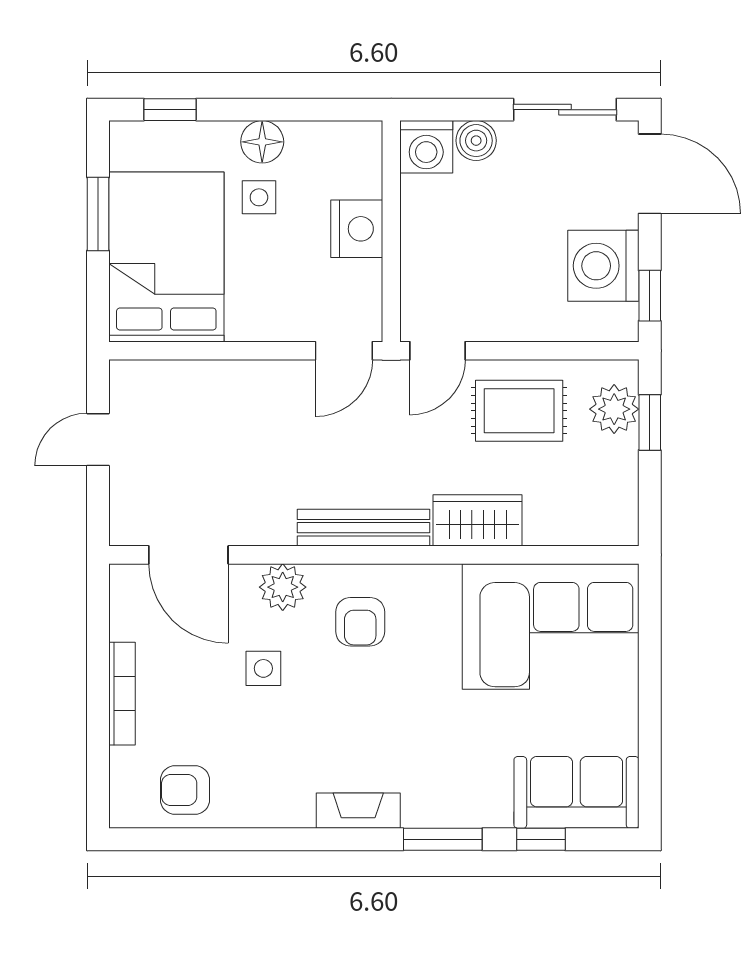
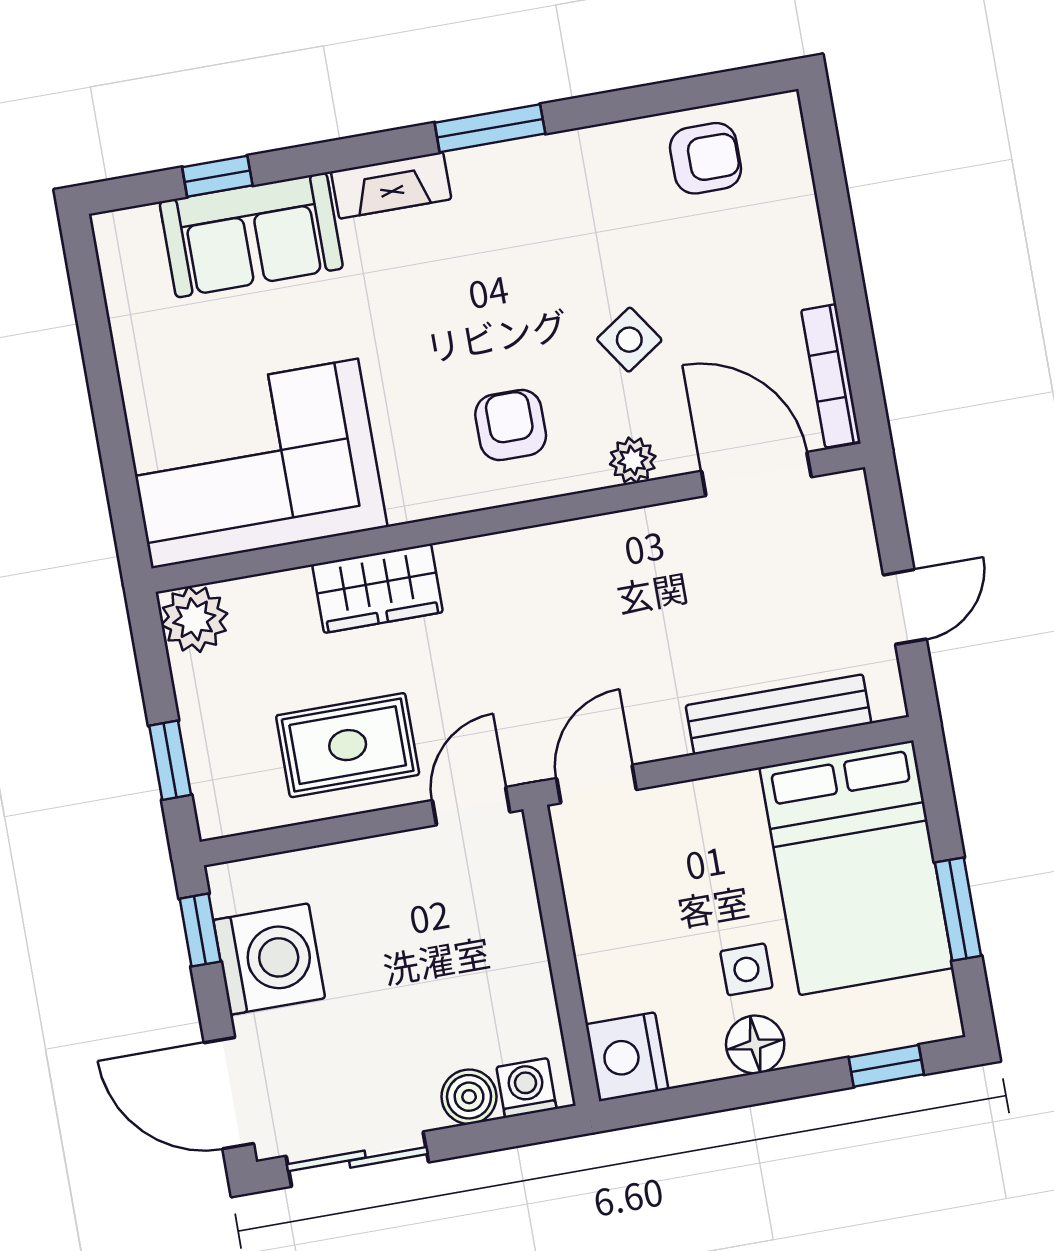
washing machine: (426, 147) -> (526, 1088), width x0.73, depth x0.73
nightstand: (357, 229) -> (627, 1057), moved
plant: (614, 409) -> (194, 619), moved
bench: (364, 528) -> (778, 714), moved
plant: (283, 587) -> (633, 460), width x0.73, depth x0.73
side table: (263, 668) -> (629, 340), turned -34
bookcase: (122, 694) -> (831, 376), moved
sofa: (576, 792) -> (251, 235), moved
fireplace: (358, 811) -> (391, 185), moved
window: (443, 839) -> (490, 128), moved

